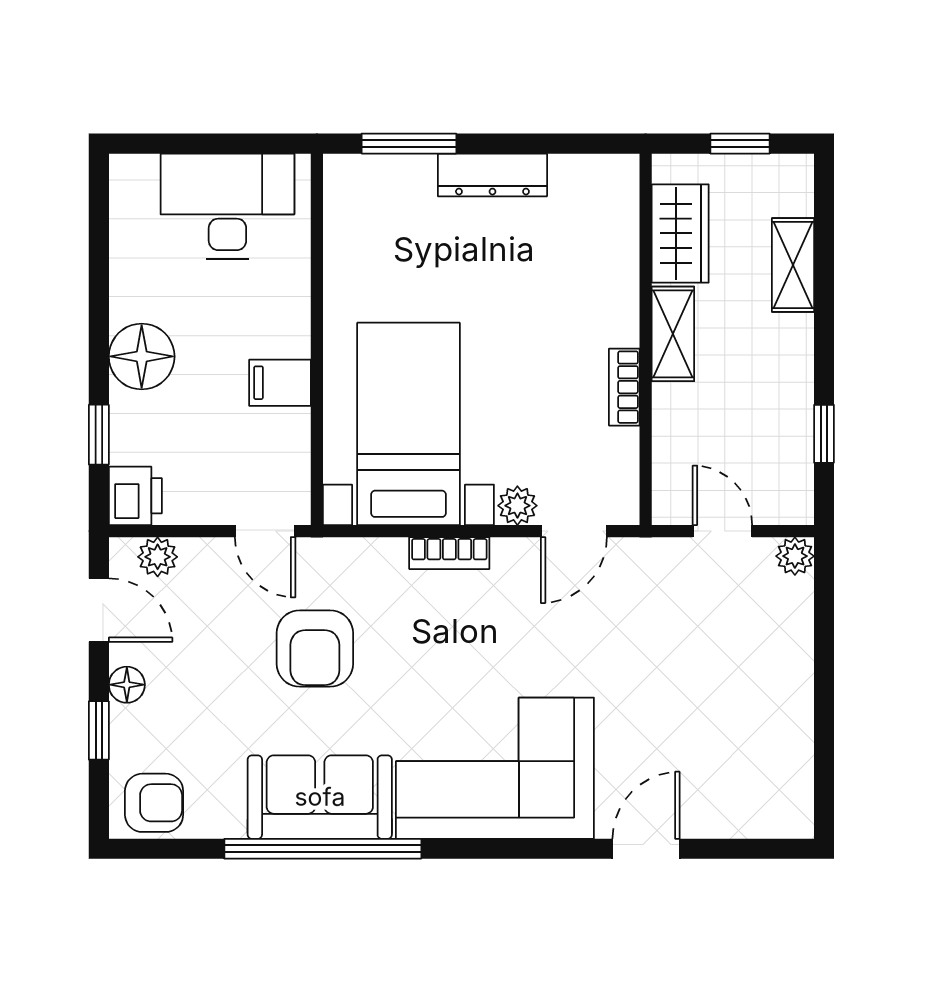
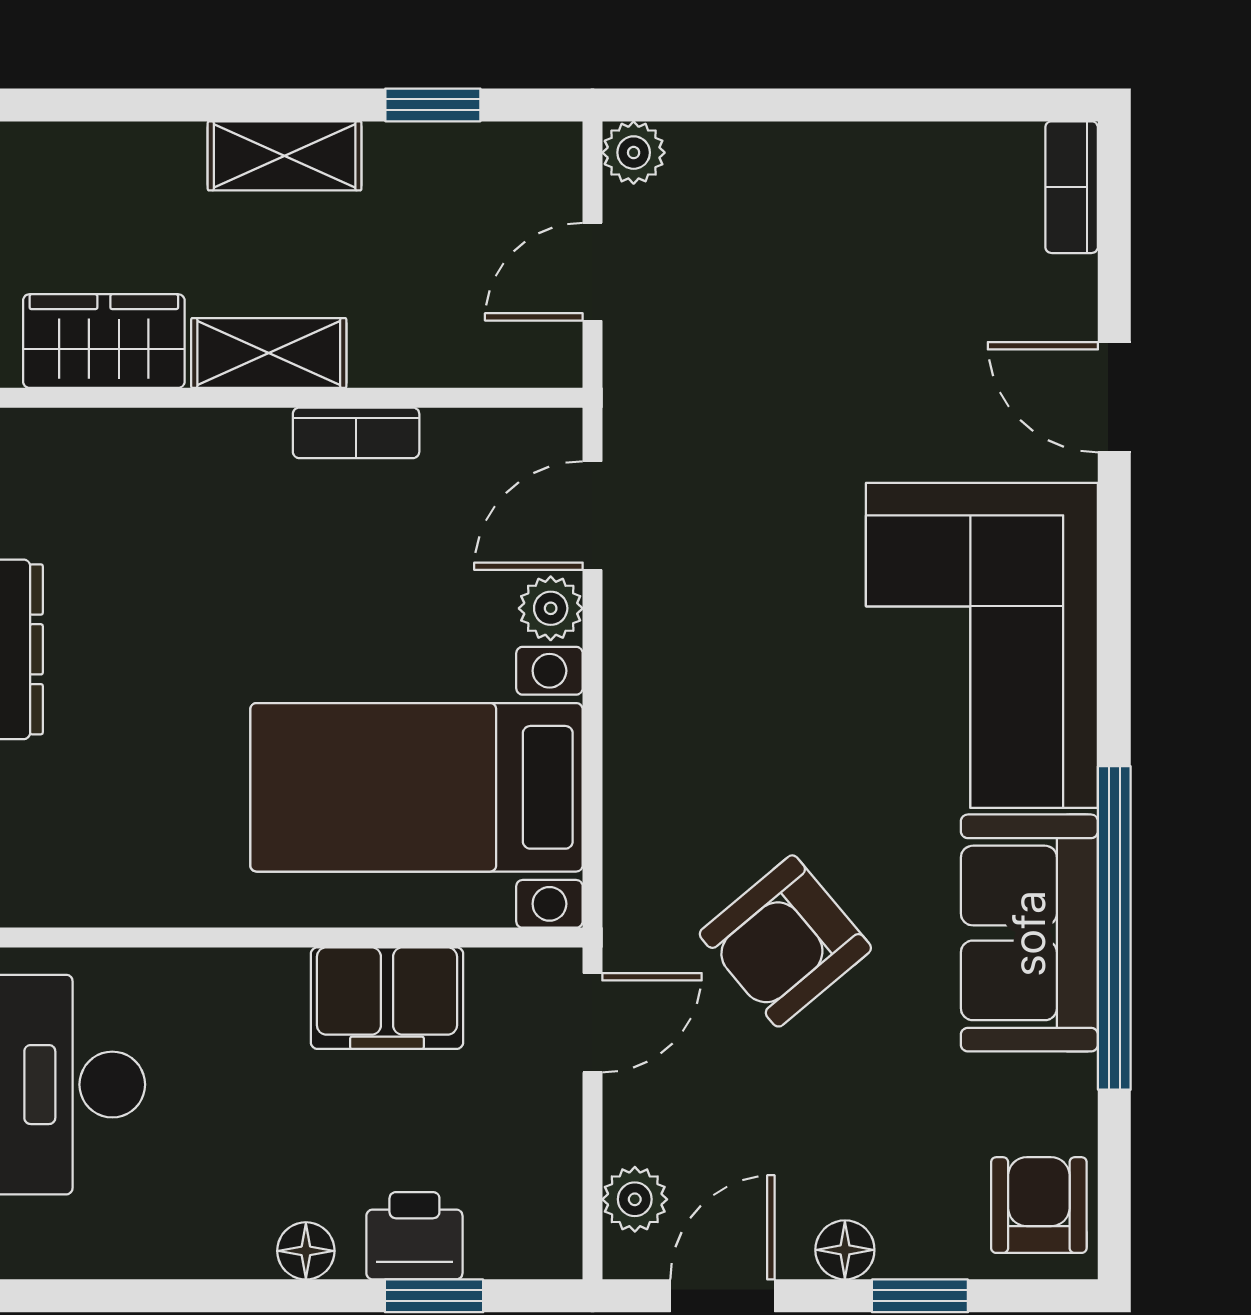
shelving: (793, 265) -> (285, 156), moved
floor lamp: (142, 356) -> (306, 1251), width x0.53, depth x0.53
filing cabinet: (280, 383) -> (387, 998), width x2.00
printer: (135, 496) -> (414, 1236), moved
door: (574, 531) -> (592, 516), swing flipped
bookcase: (449, 553) -> (1072, 187), moved, turned 180
armchair: (315, 648) -> (785, 941), turned 140

